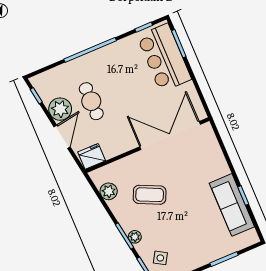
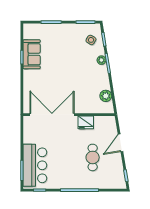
plant: (60, 109) -> (114, 161), removed
double door: (170, 135) -> (52, 115), swing flipped
fridge: (92, 156) -> (86, 122), moved
coffee table: (150, 195) -> (81, 83), removed
sofa: (232, 205) -> (32, 54), width x0.73

